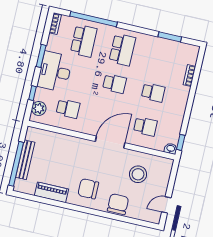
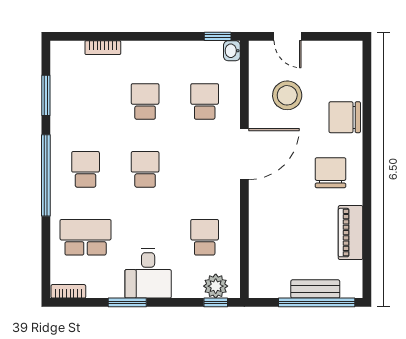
window: (94, 19) -> (46, 175), moved
school desk: (122, 50) -> (86, 169), width x0.54
desk: (55, 72) -> (148, 273), width x0.73
window: (33, 93) -> (216, 302), moved
door: (110, 142) -> (244, 154), swing flipped
bench: (25, 160) -> (315, 289), width x0.73
chair: (88, 189) -> (330, 173), turned 180
door: (166, 205) -> (288, 36), moved

